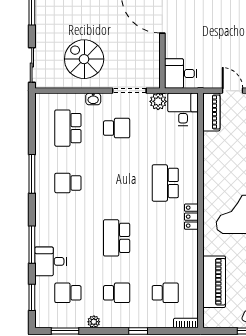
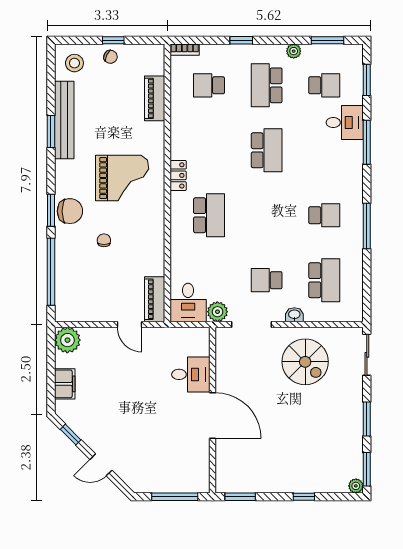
desk: (181, 73) -> (191, 374), moved
piano: (214, 282) -> (155, 98), width x0.73, depth x0.75
school desk: (117, 293) -> (267, 85), width x1.85

